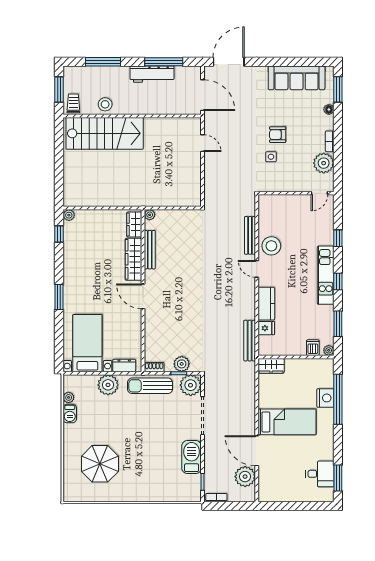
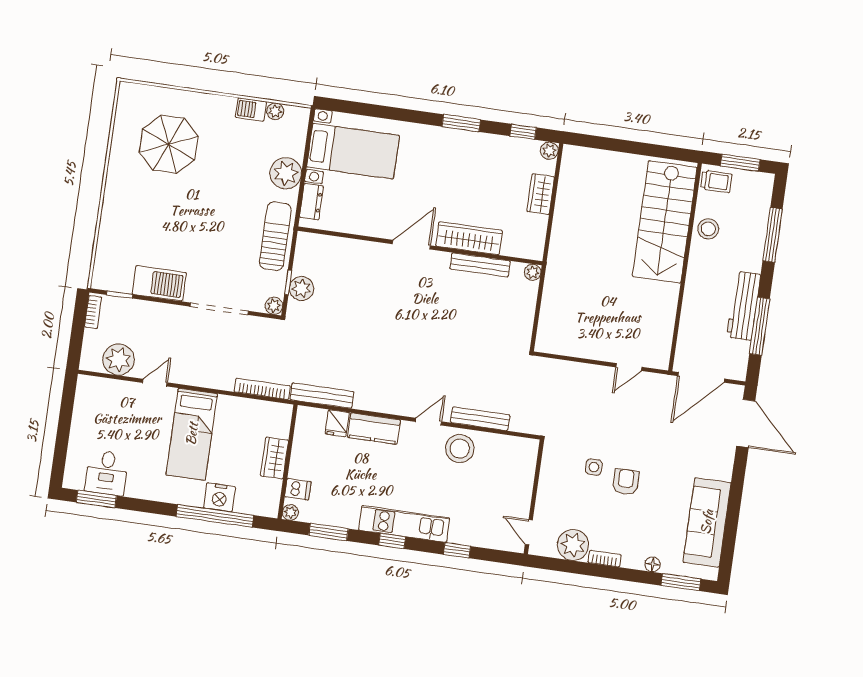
wardrobe: (134, 224) -> (541, 194), moved, turned -90
window: (59, 297) -> (461, 123), moved
wardrobe: (271, 366) -> (274, 458), moved
shoe rack: (154, 367) -> (303, 246), removed
bookcase: (251, 380) -> (262, 389), added
plant: (191, 385) -> (274, 306), width x0.53, depth x0.53
door: (257, 451) -> (155, 383), width x0.53

